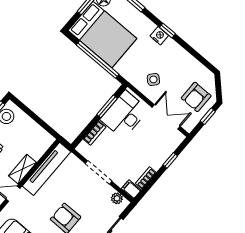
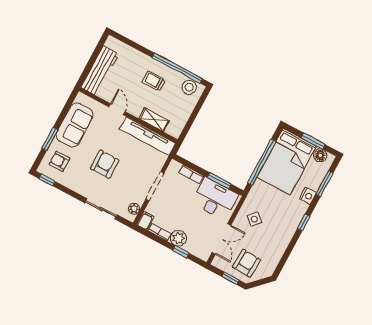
nightstand: (159, 36) -> (308, 196), moved
armchair: (196, 97) -> (246, 263), turned 93
plant: (156, 160) -> (178, 238), added
shelving: (23, 169) -> (154, 120), moved

